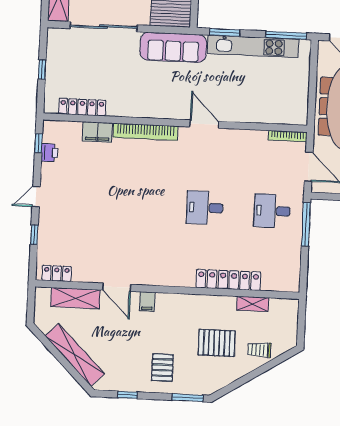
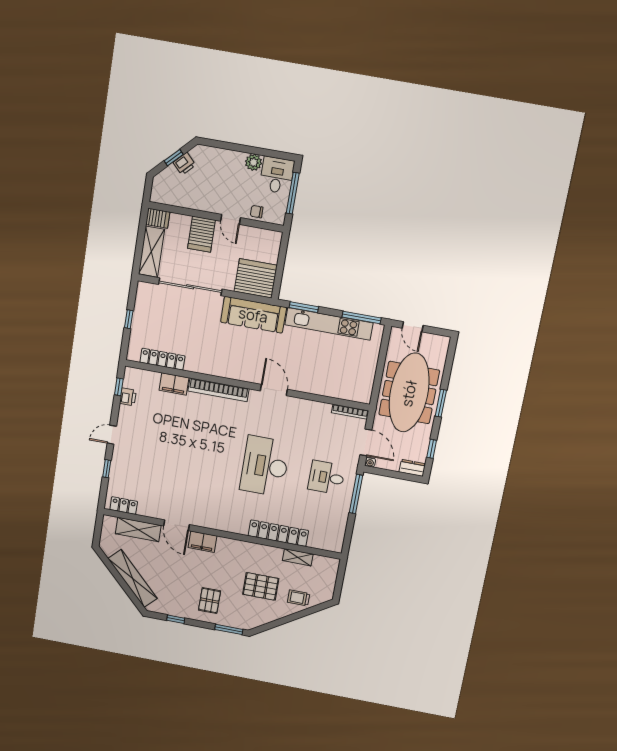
water cooler: (316, 187) -> (370, 462), added
desk: (205, 208) -> (265, 466), width x1.87, depth x1.30
filing cabinet: (147, 302) -> (202, 542), width x2.00

